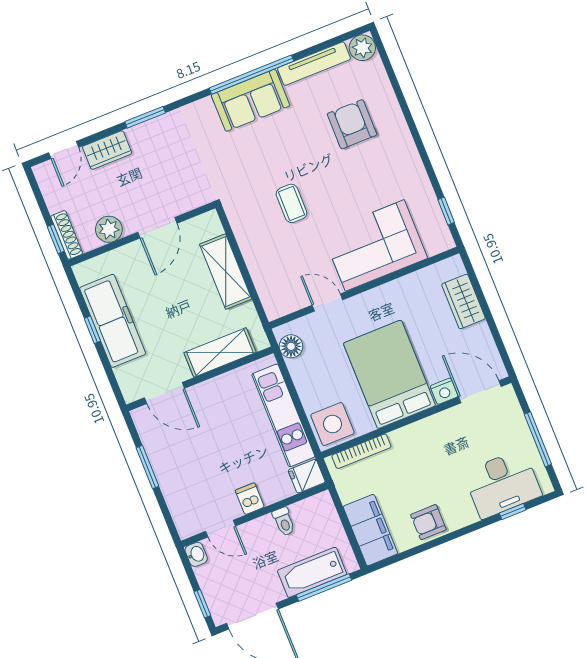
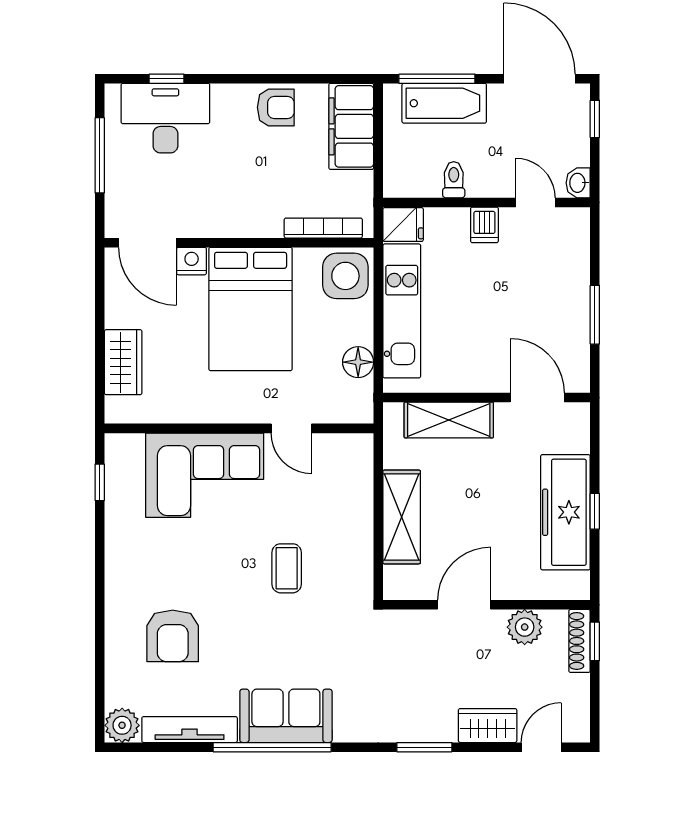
floor lamp: (291, 346) -> (358, 362), moved

